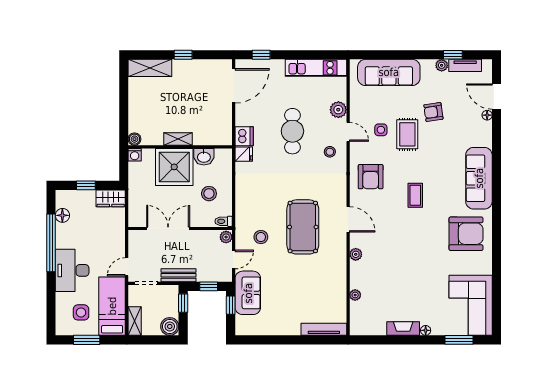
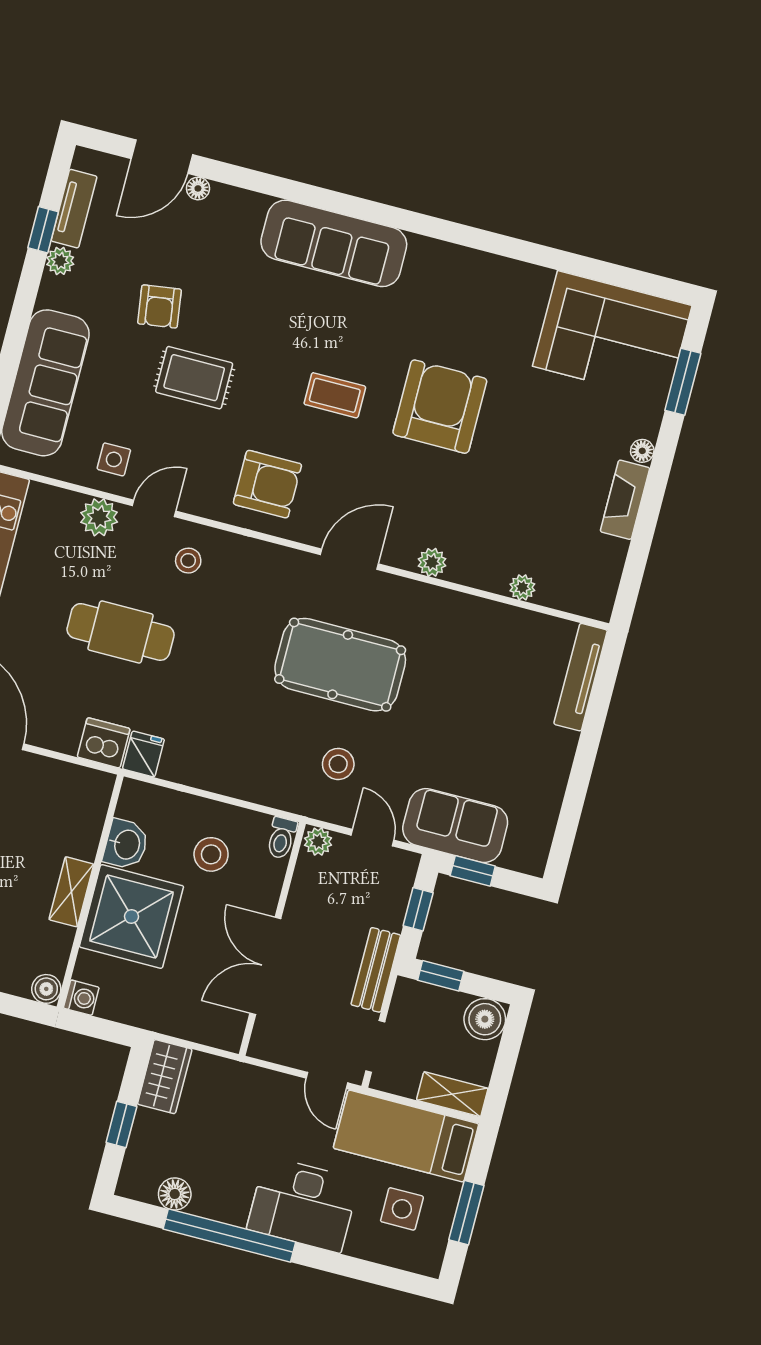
side table: (381, 130) -> (114, 459), moved
armchair: (466, 234) -> (440, 407), moved

